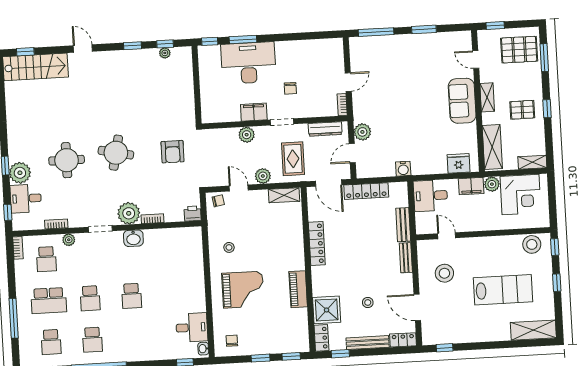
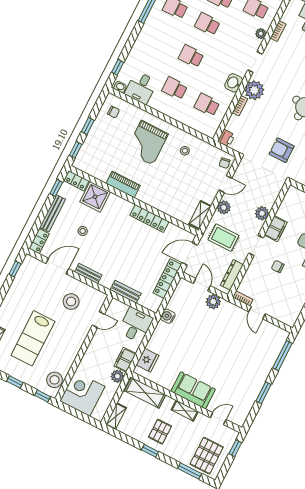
corner desk: (520, 195) -> (82, 394), moved, turned 90
school desk: (171, 252) -> (207, 105), added
bench: (406, 258) -> (88, 273), moved
school desk: (173, 294) -> (175, 88), added

